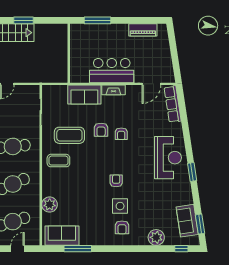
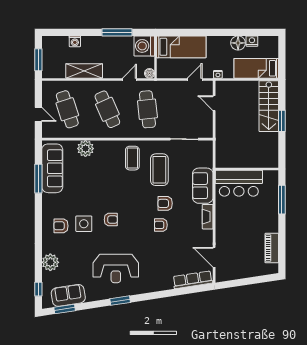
bar counter: (112, 71) -> (239, 183), moved, turned 90
reception desk: (168, 158) -> (116, 268), moved
sofa: (62, 236) -> (52, 168), width x1.36

